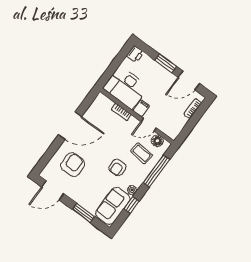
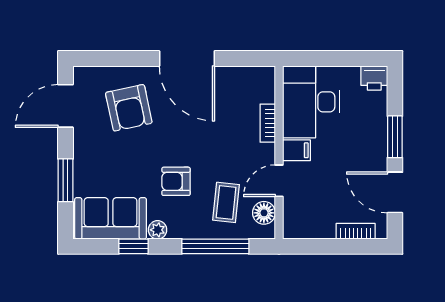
door: (149, 125) -> (279, 181), hinge flipped
armchair: (73, 165) -> (129, 108), turned 78
door: (53, 190) -> (66, 106), hinge flipped

